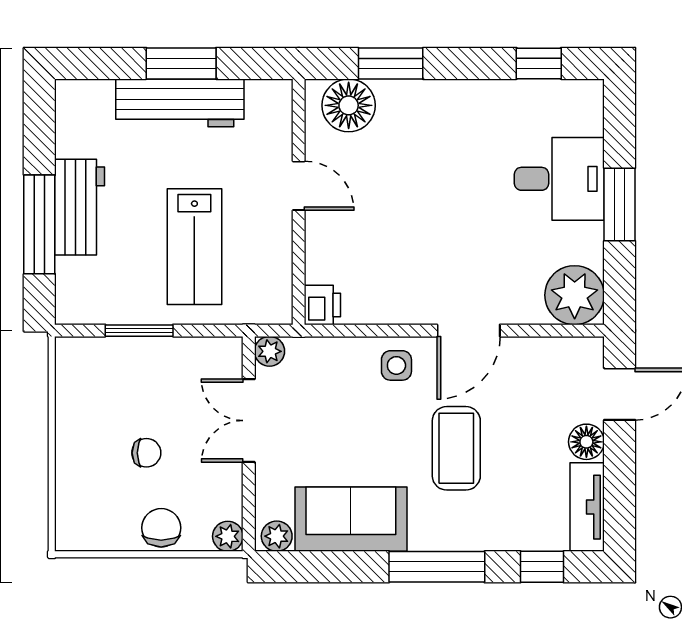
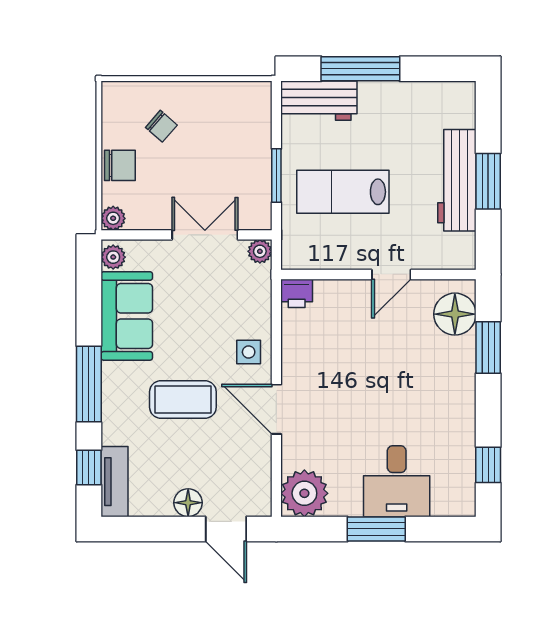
workbench: (79, 207) -> (319, 101), moved
window: (139, 331) -> (276, 175), moved
chair: (146, 453) -> (161, 126), moved, turned -49
tv unit: (587, 507) -> (115, 482), moved, turned 90

